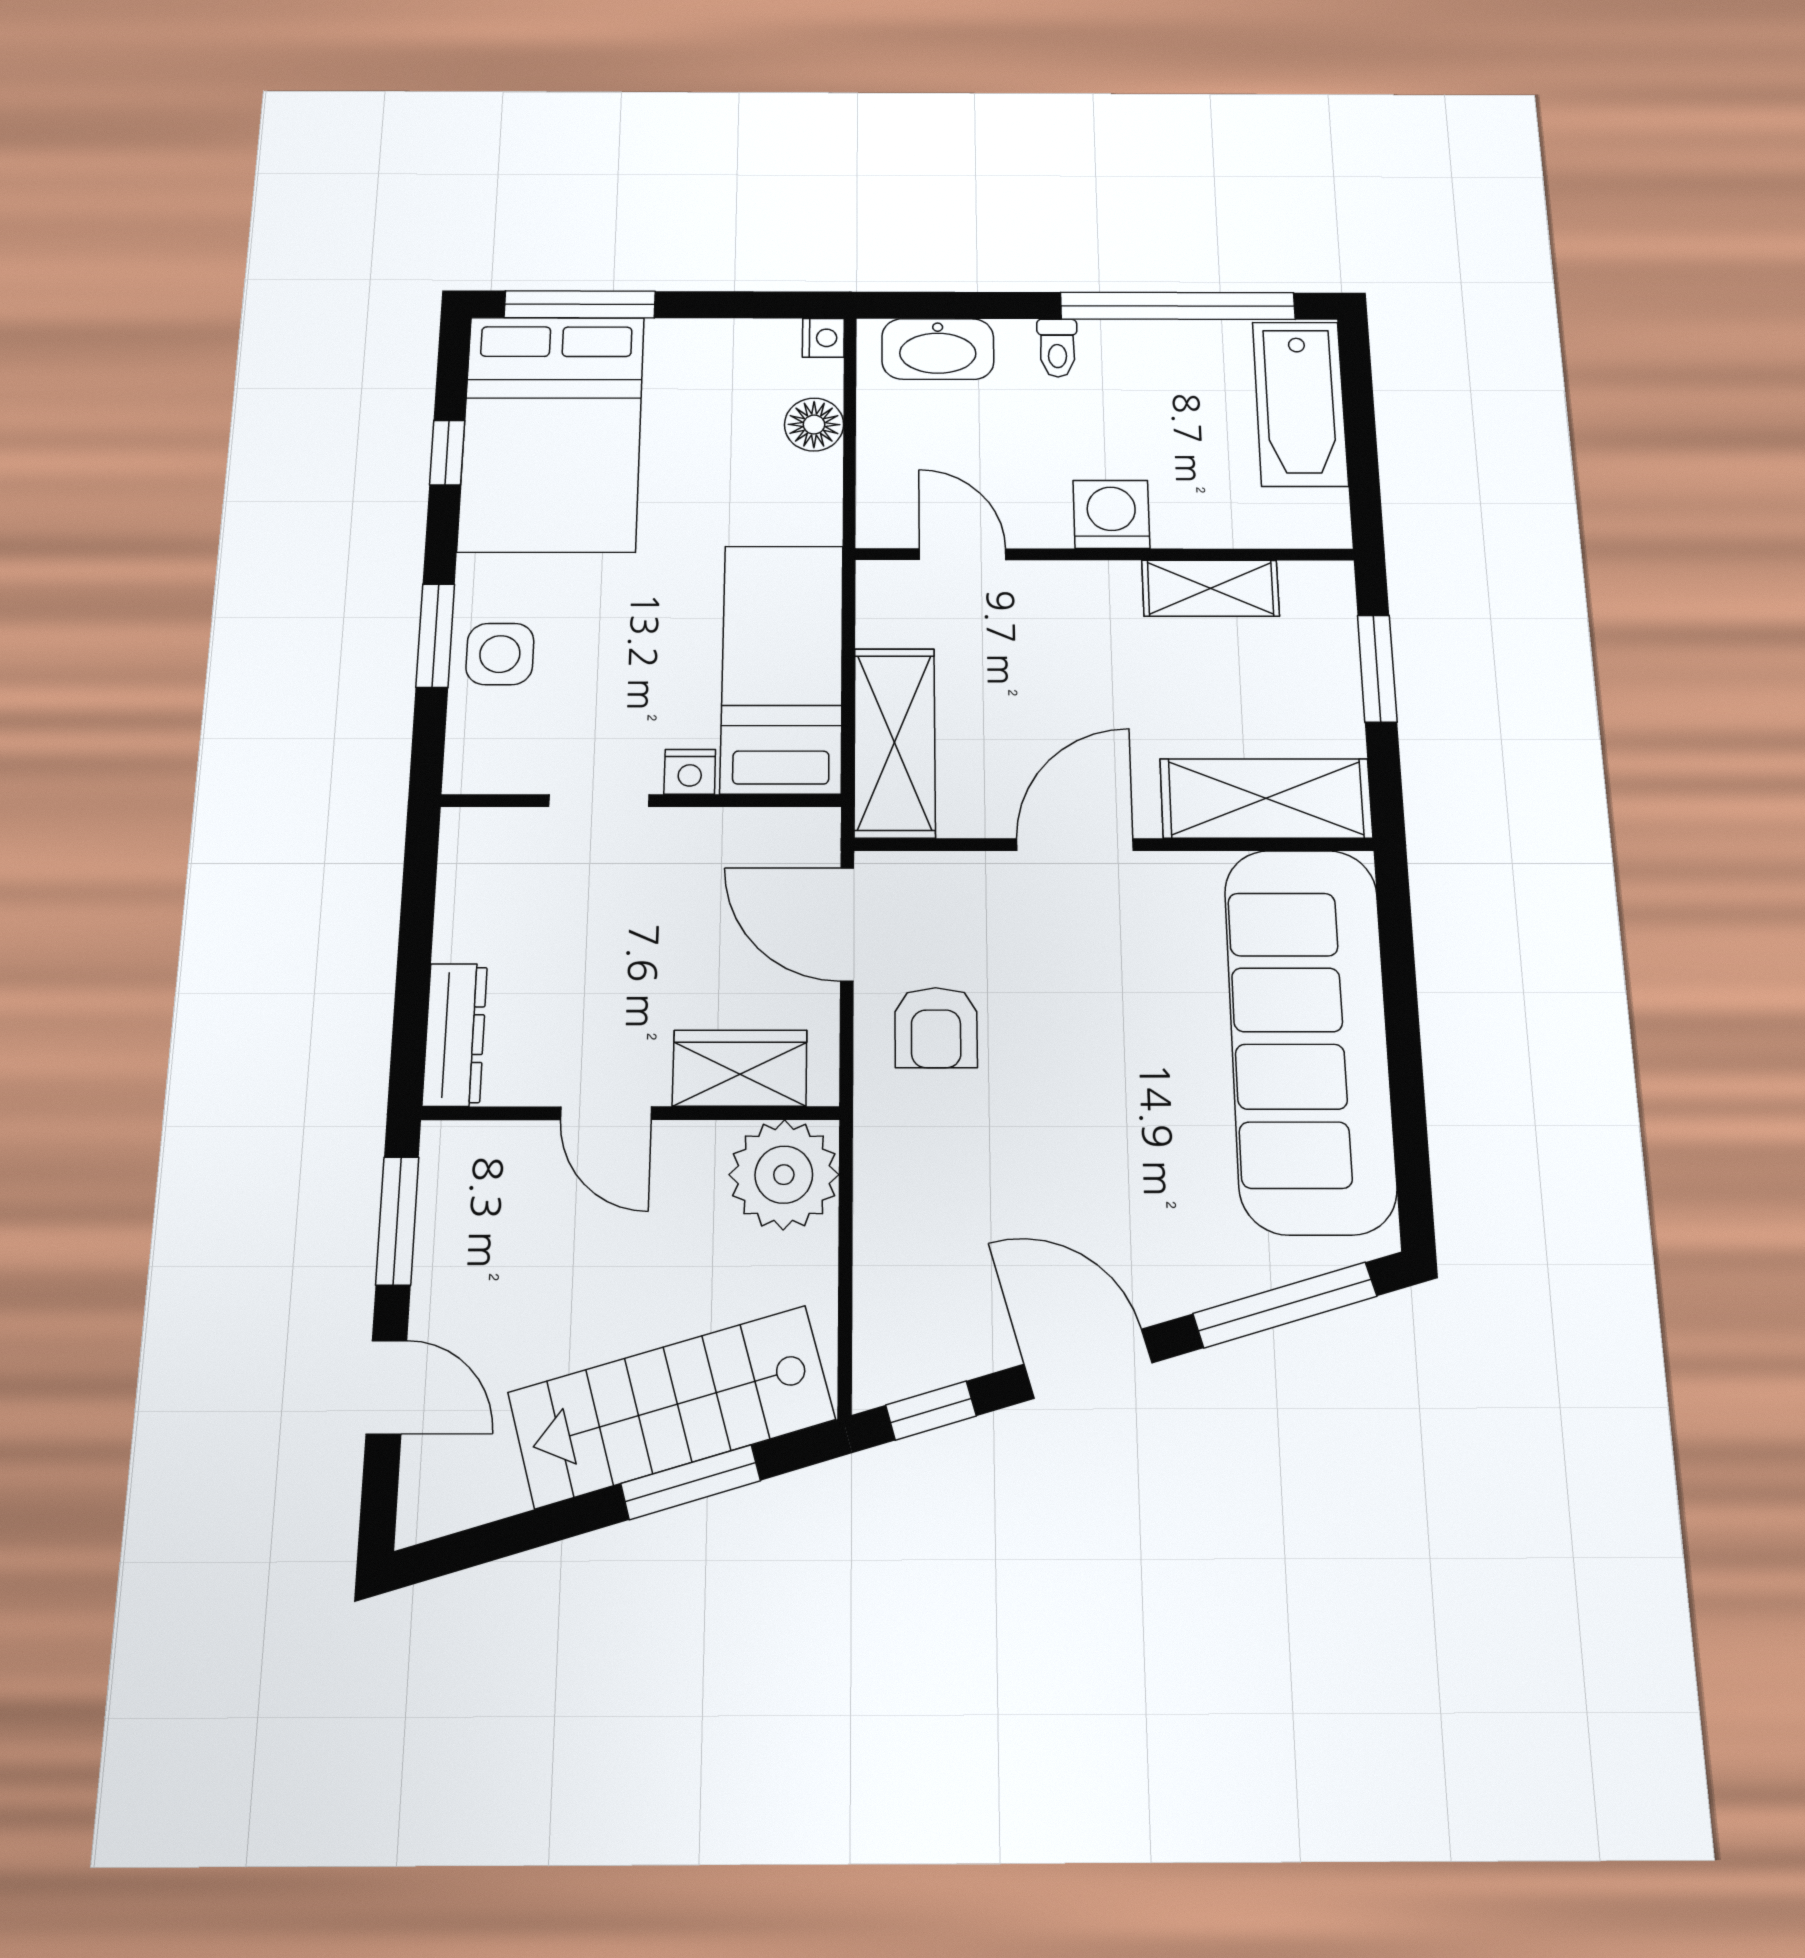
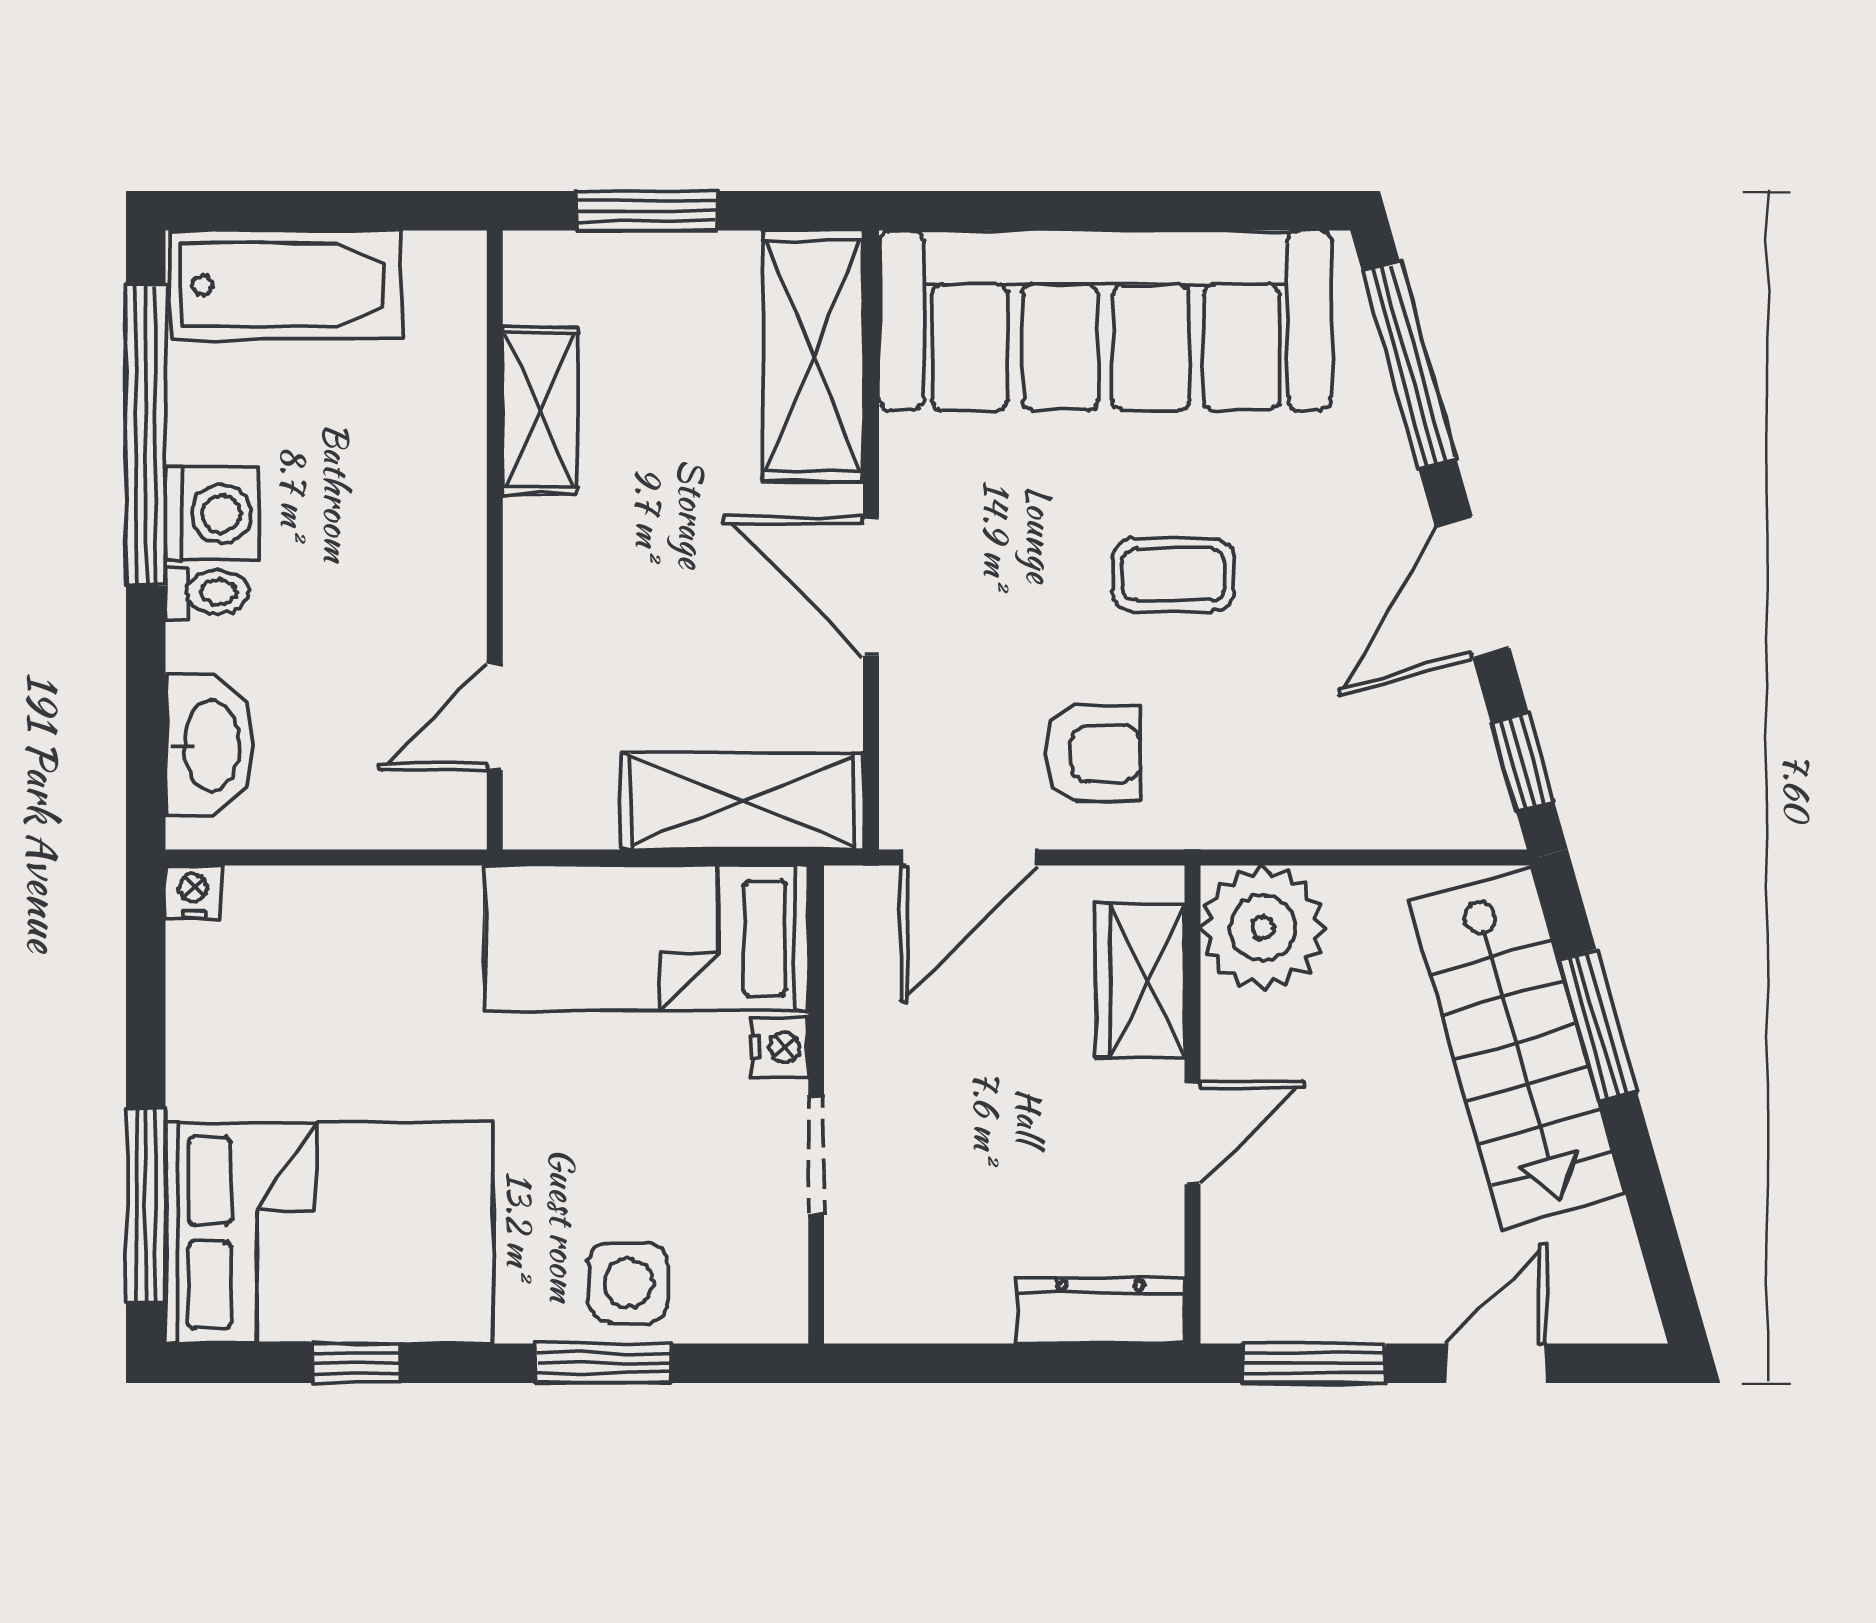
floor lamp: (814, 425) -> (317, 903), removed
washing machine: (1111, 514) -> (212, 514), moved, turned 180
coffee table: (1092, 1096) -> (1173, 575), added

